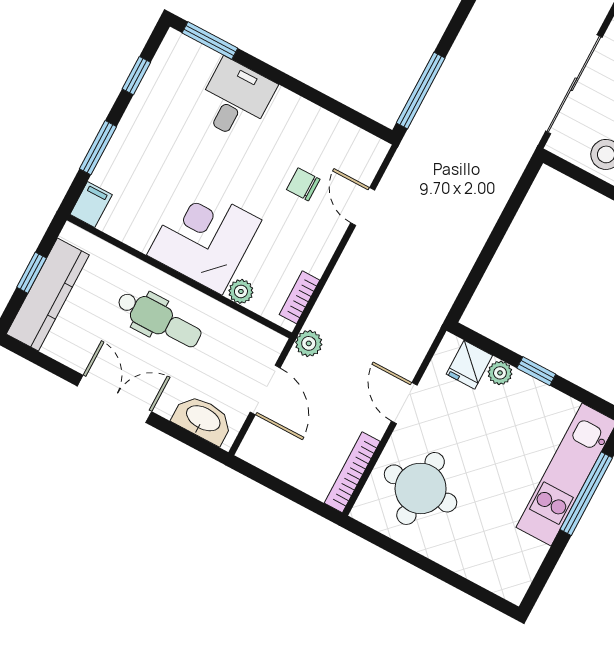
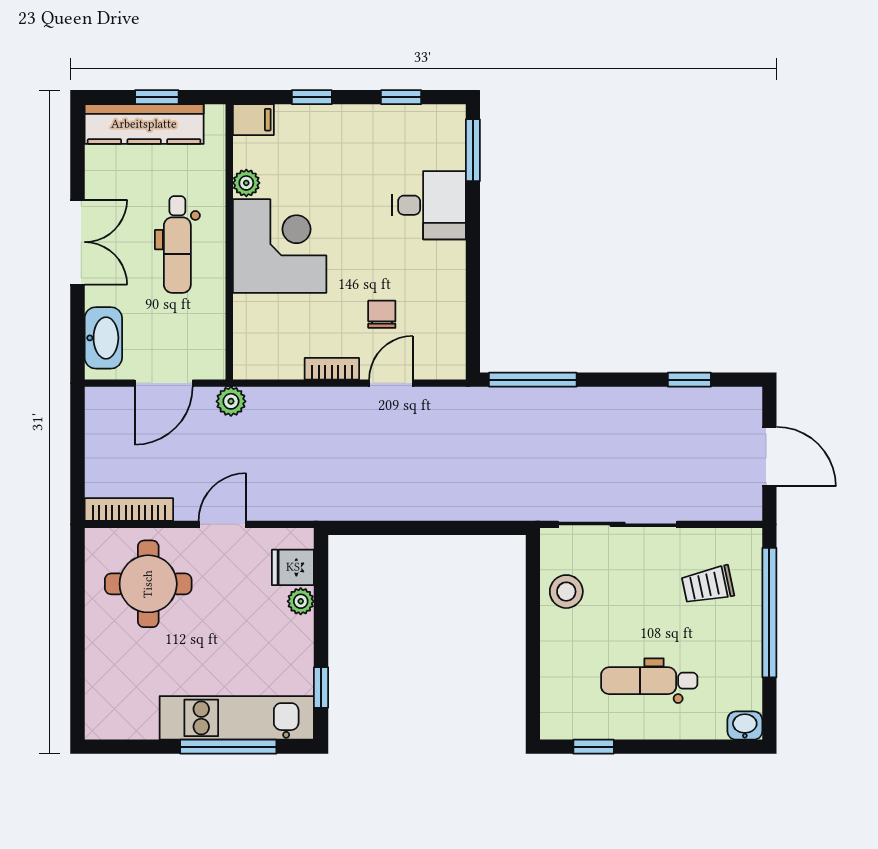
window: (98, 148) -> (312, 97), width x0.67
plant: (241, 291) -> (246, 183), moved
bookcase: (299, 297) -> (332, 369), moved
window: (536, 371) -> (321, 687), moved

